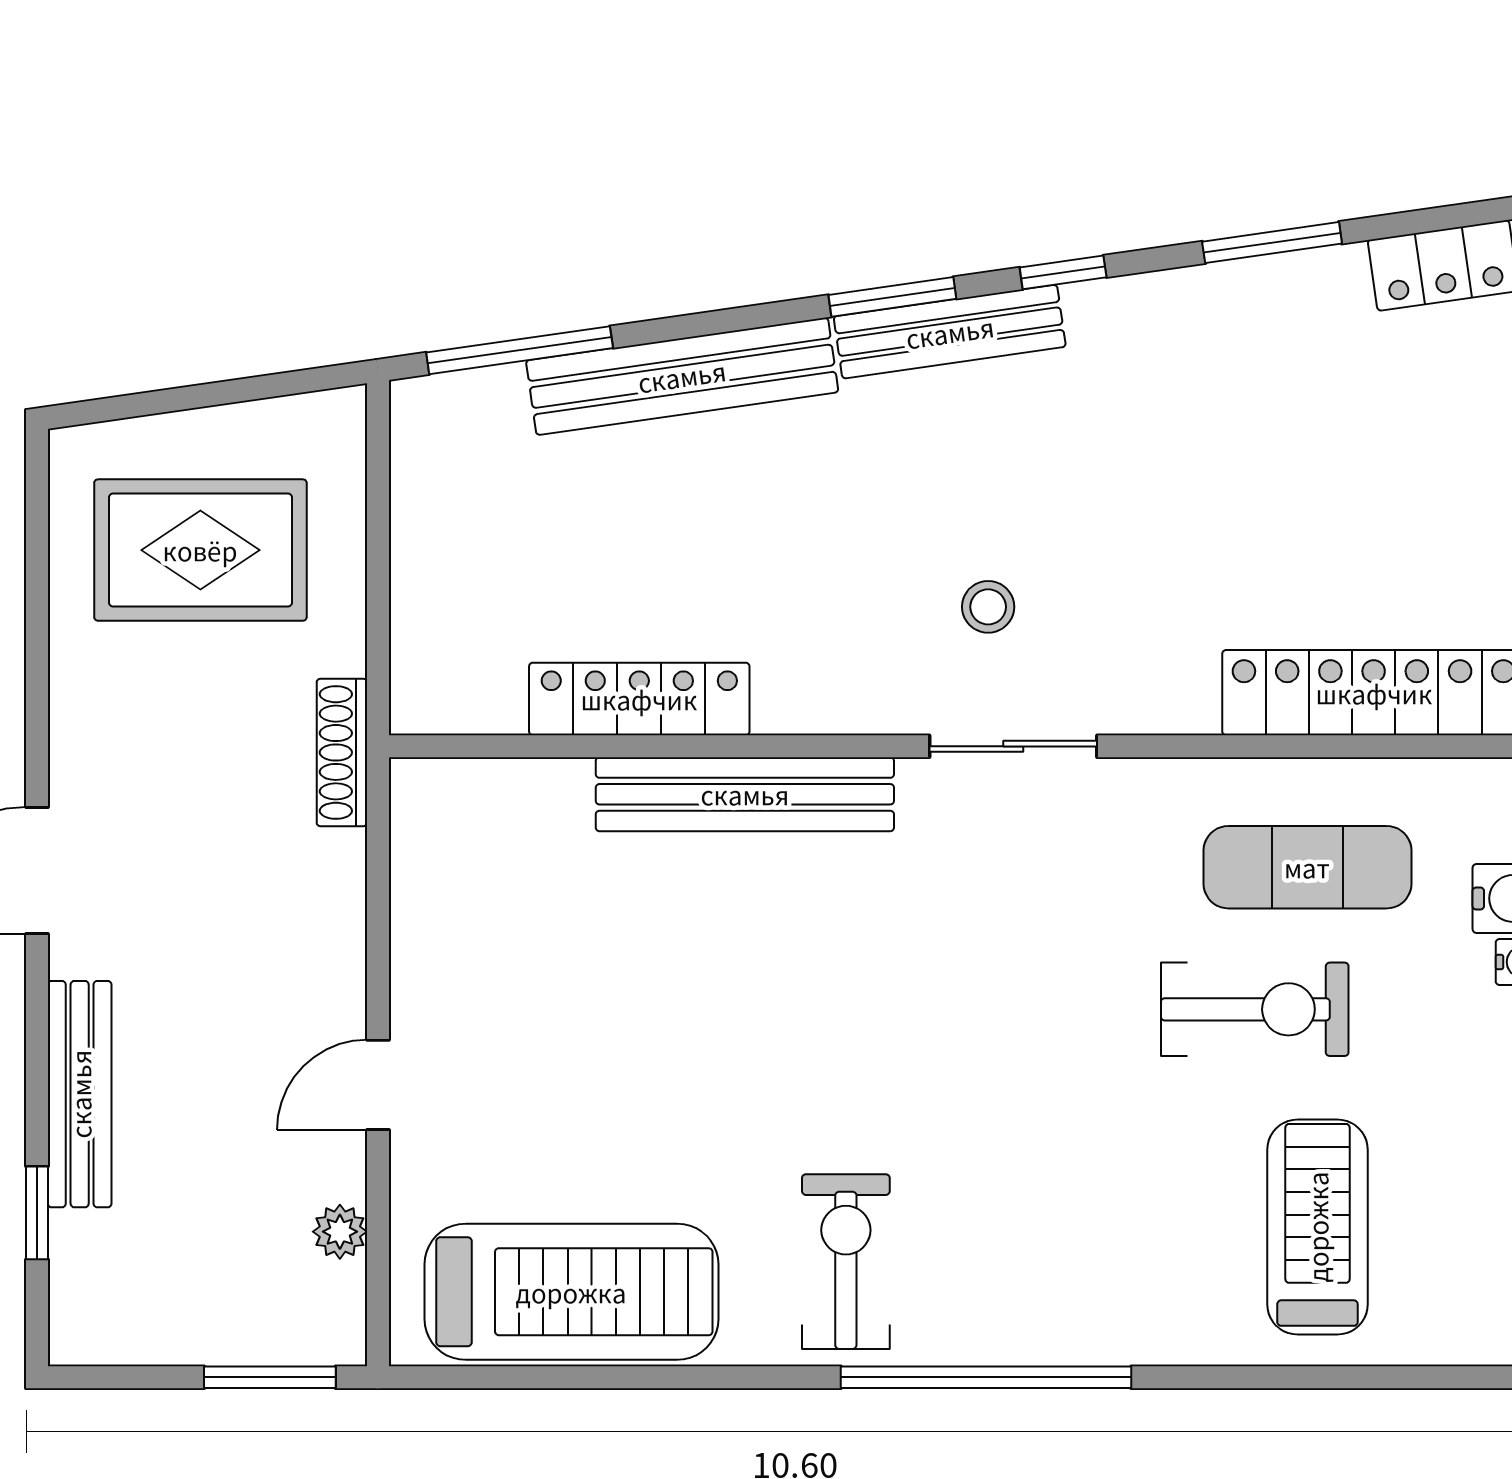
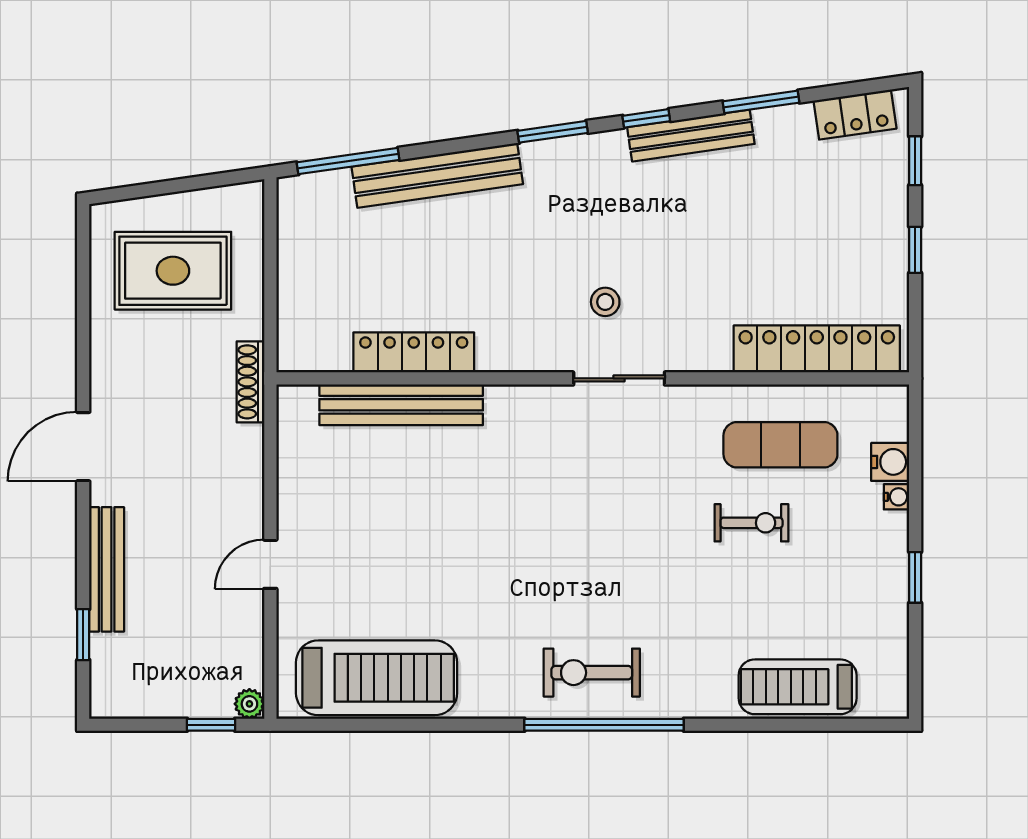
bench: (950, 332) -> (691, 136), moved
bench: (745, 794) -> (401, 405), moved
exercise bike: (1255, 1009) -> (752, 523), width x0.73, depth x0.72
treadmill: (1317, 1227) -> (798, 687), moved, turned -90
plant: (340, 1232) -> (249, 704), moved
exercise bike: (846, 1262) -> (592, 673), moved, turned -90
window: (270, 1377) -> (211, 725), width x0.67

